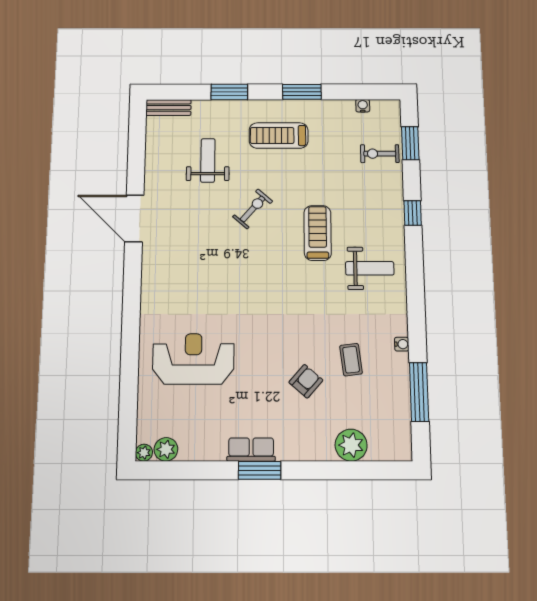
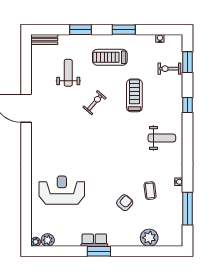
treadmill: (318, 233) -> (134, 95), moved

